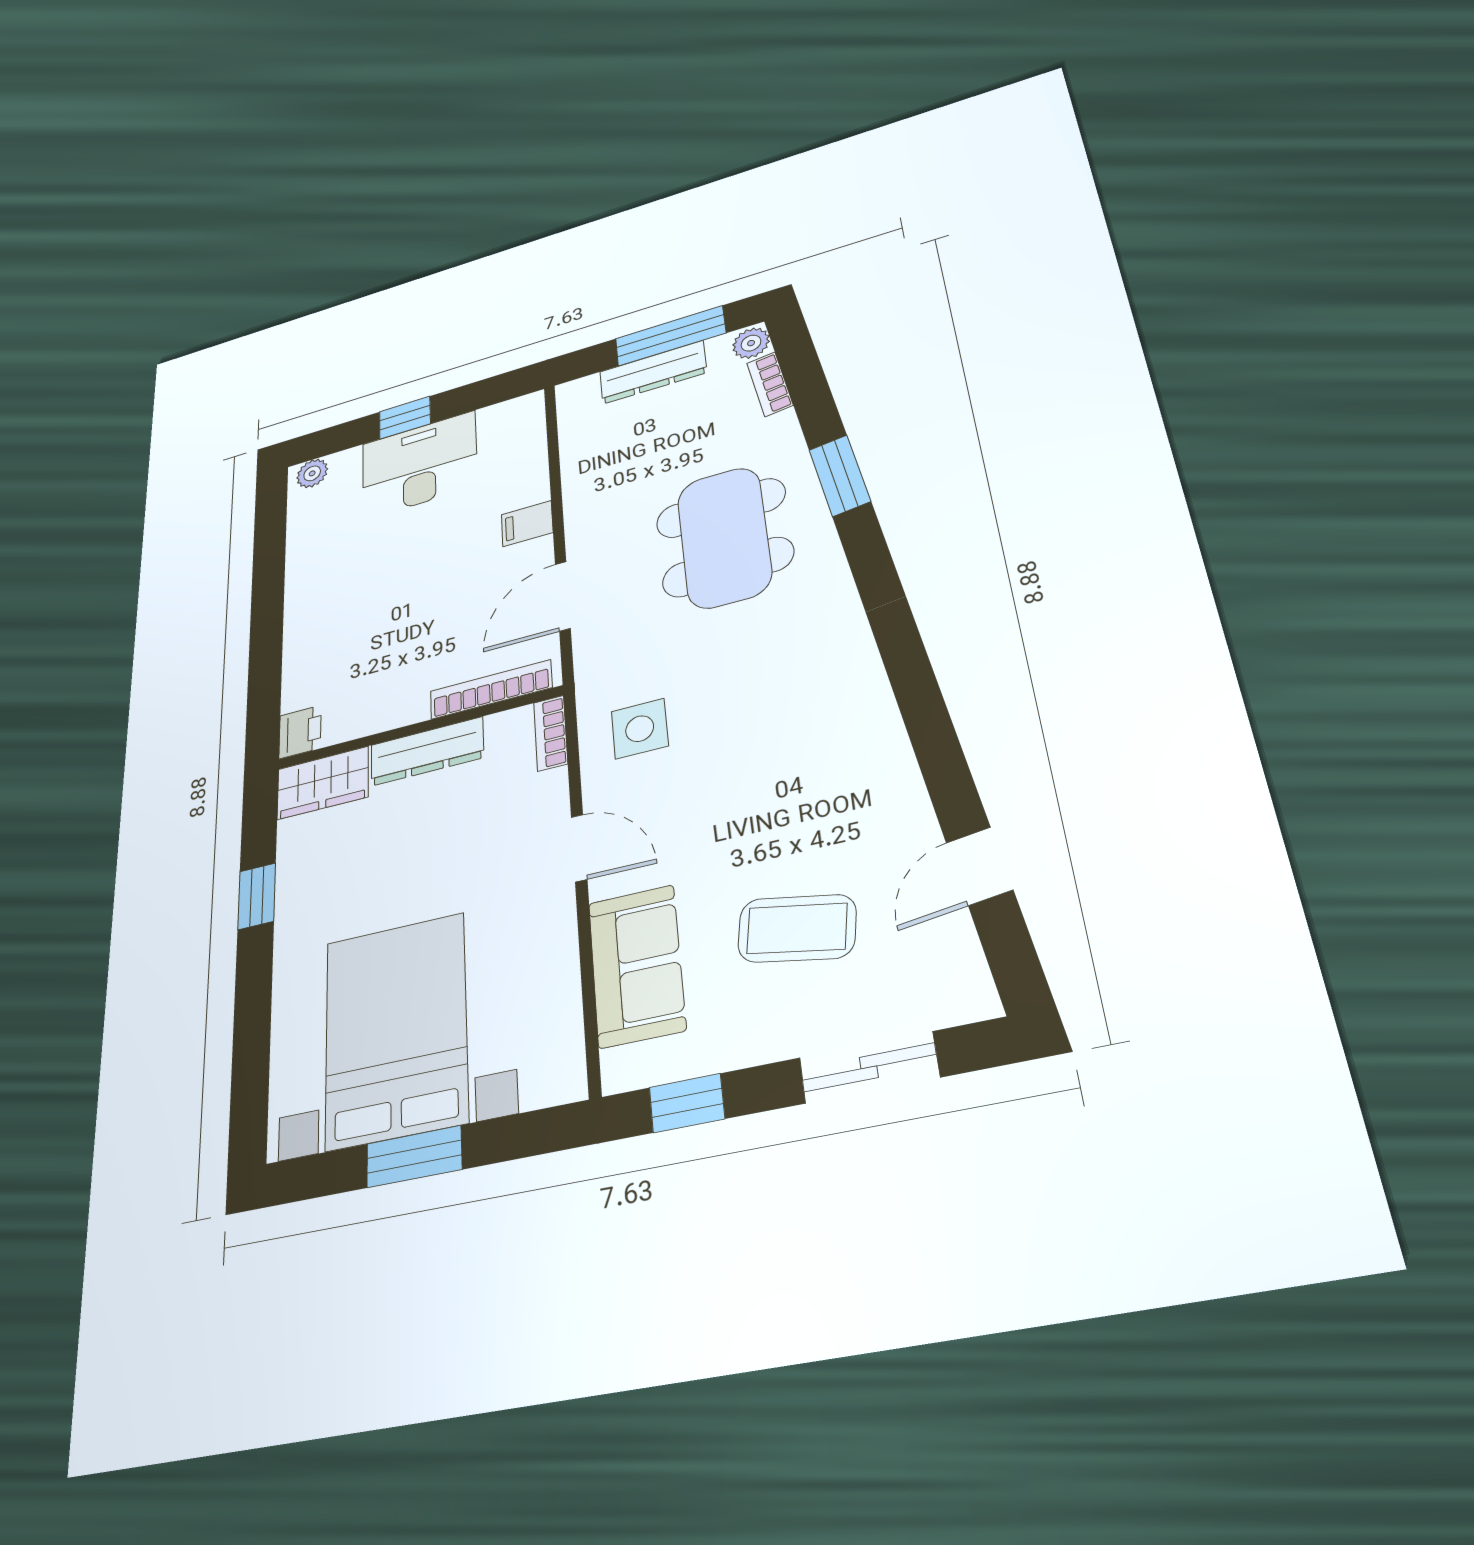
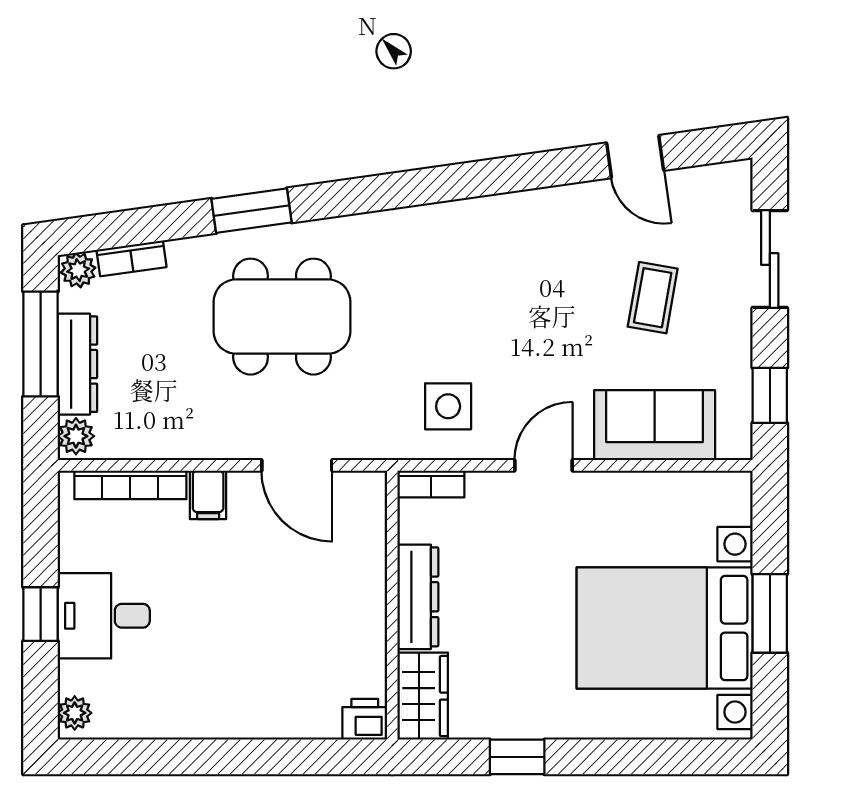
plant: (579, 393) -> (76, 436), added
desk: (419, 465) -> (104, 616), width x0.73
bookcase: (491, 690) -> (130, 485), moved, turned -90
coffee table: (797, 928) -> (653, 298), width x0.73, depth x0.77

